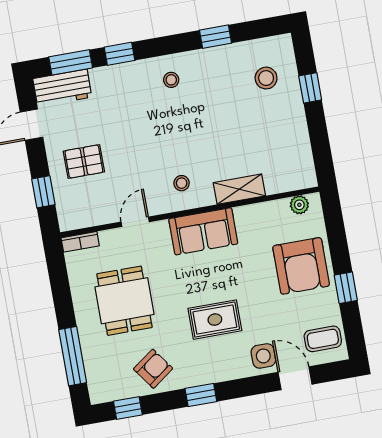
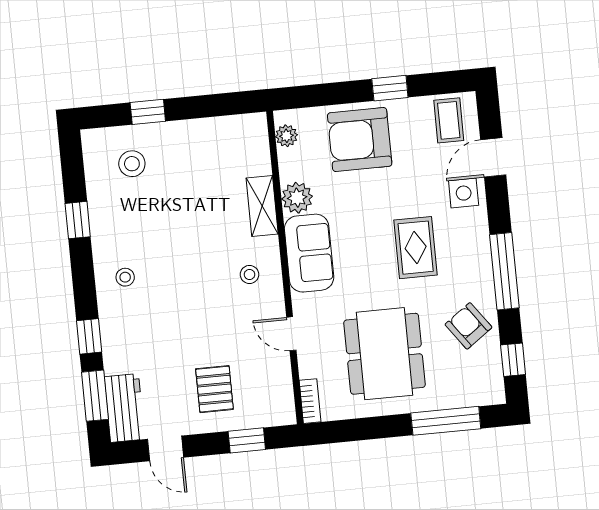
plant: (249, 218) -> (297, 198), added
armchair: (301, 266) -> (360, 140), turned 180
dining table: (124, 301) -> (385, 354), width x1.38
window: (201, 395) -> (504, 271), width x2.17

